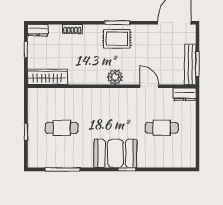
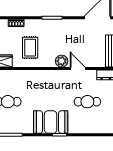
rug: (117, 39) -> (30, 48), moved, turned 90
plant: (115, 77) -> (62, 61), moved

